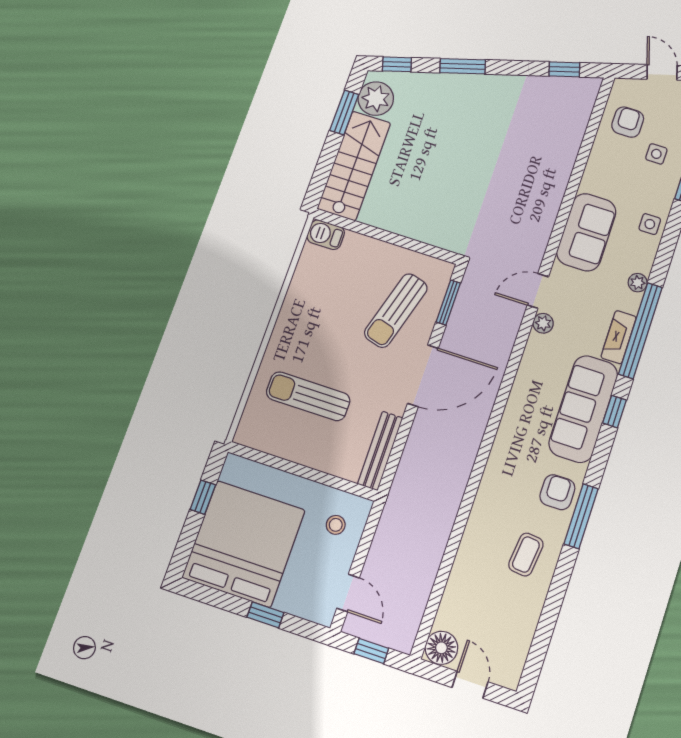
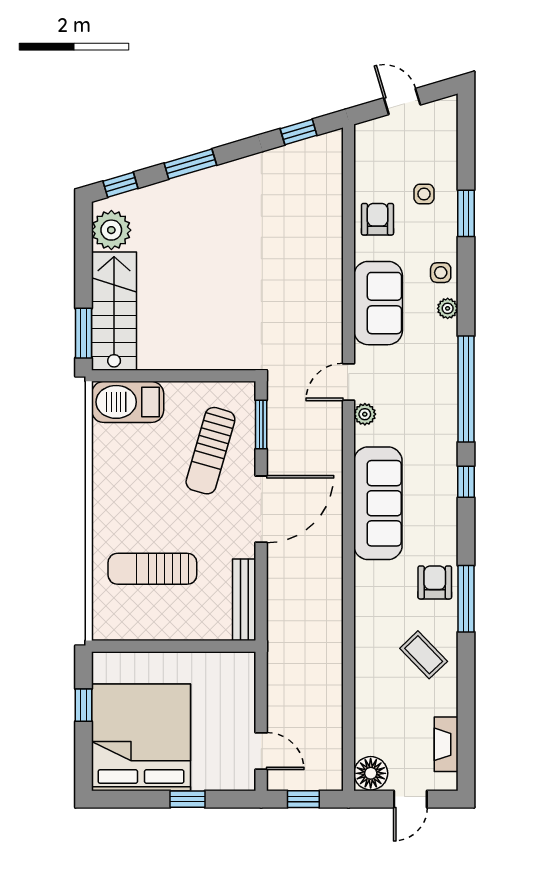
window: (344, 112) -> (84, 333), moved
armchair: (628, 122) -> (377, 219), moved
barbecue: (326, 235) -> (128, 402), width x1.88, depth x1.53
plant: (638, 283) -> (448, 308), moved
fireplace: (619, 337) -> (446, 744), moved
sofa: (583, 409) -> (378, 503), moved, turned 180
stool: (336, 525) -> (226, 688), removed
coffee table: (526, 555) -> (424, 655), turned -50
door: (470, 685) -> (410, 799), swing flipped

